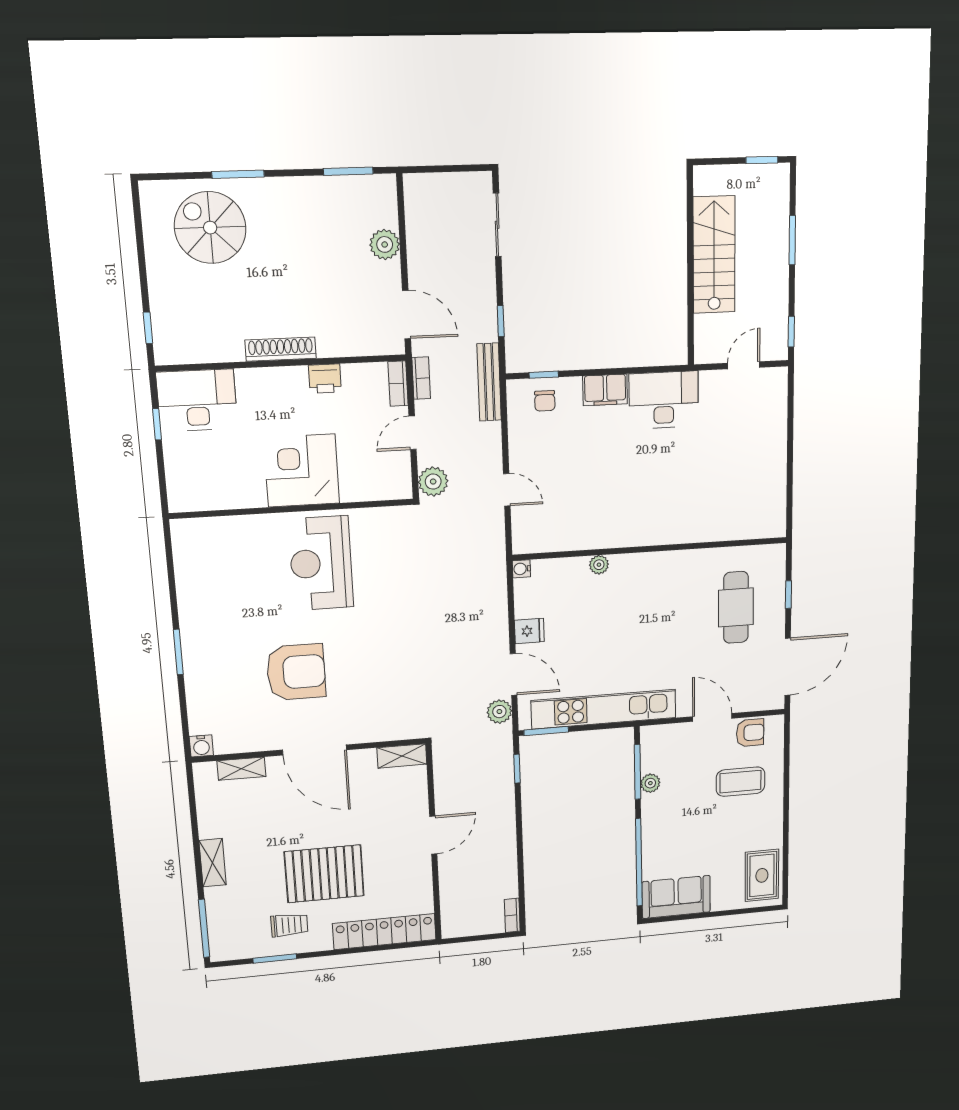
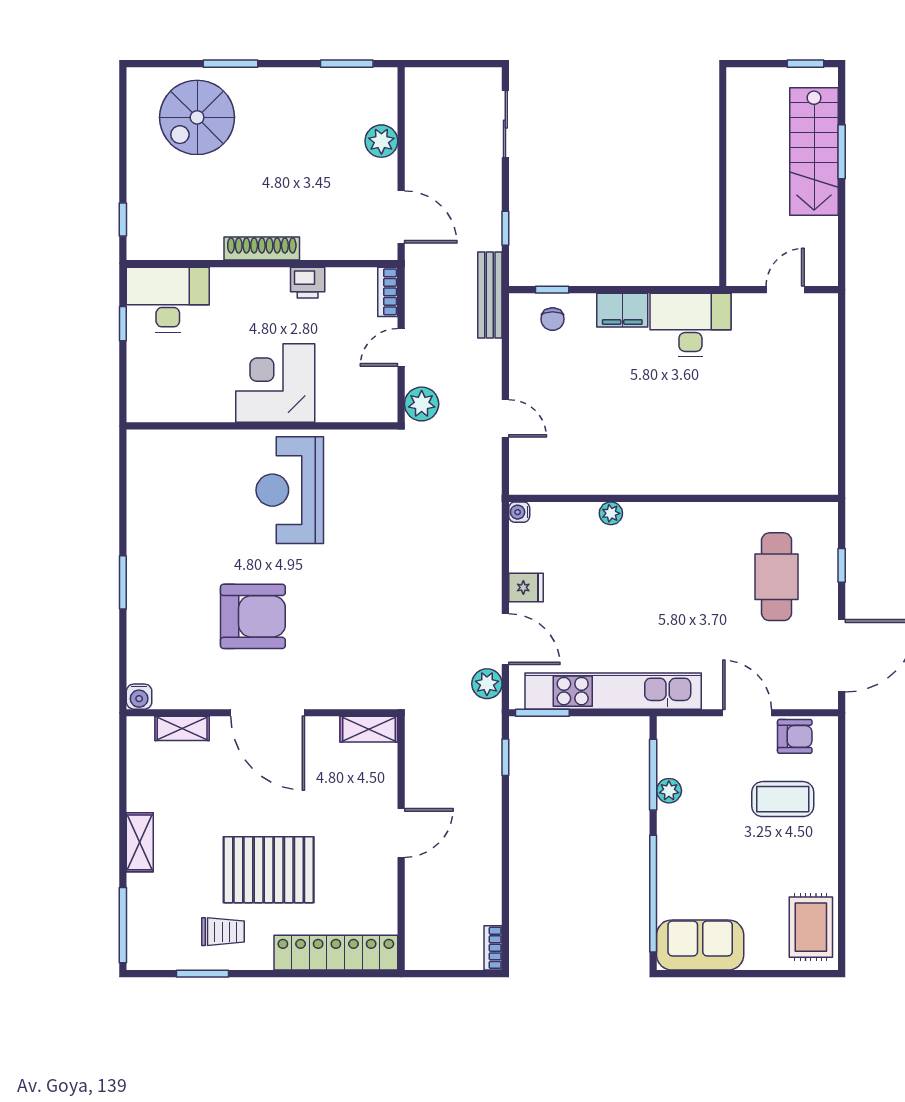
spiral stairs: (210, 228) -> (197, 117), turned -90
stairs: (714, 255) -> (814, 151), moved, turned 180
window: (791, 332) -> (842, 254), removed
bookcase: (421, 378) -> (414, 287), removed

